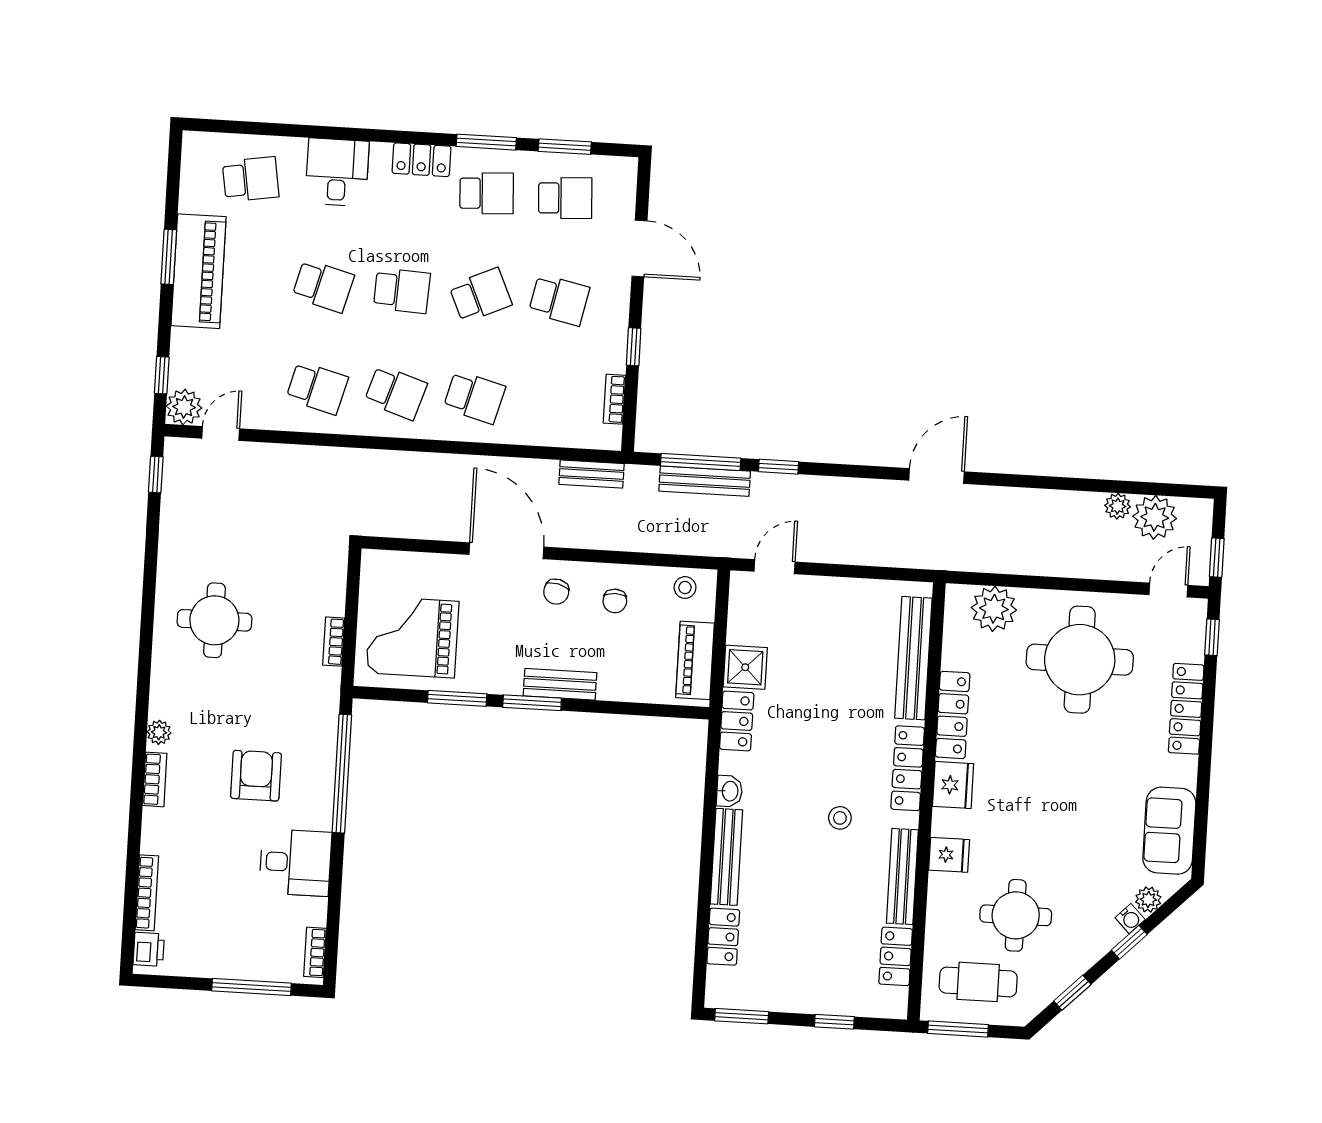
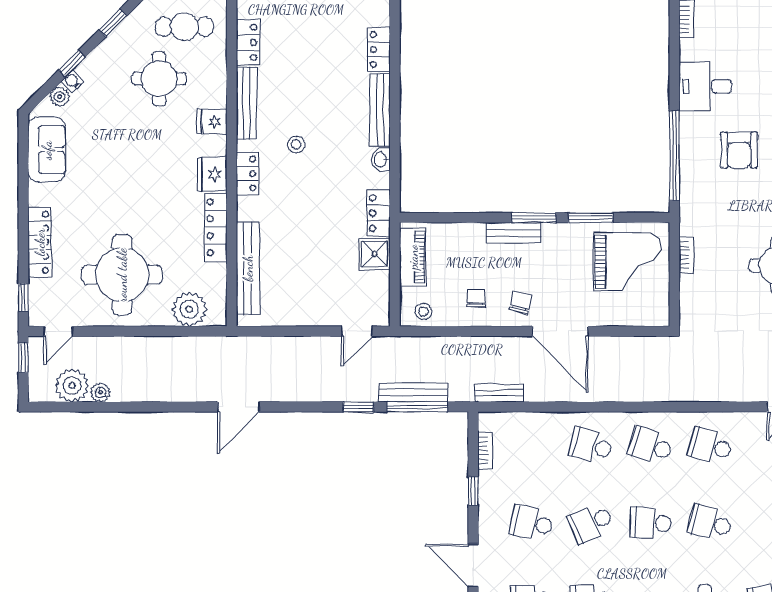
locker: (908, 768) -> (247, 174), width x0.66

